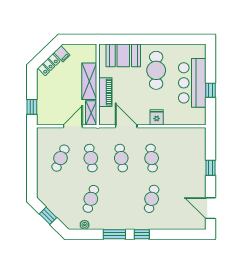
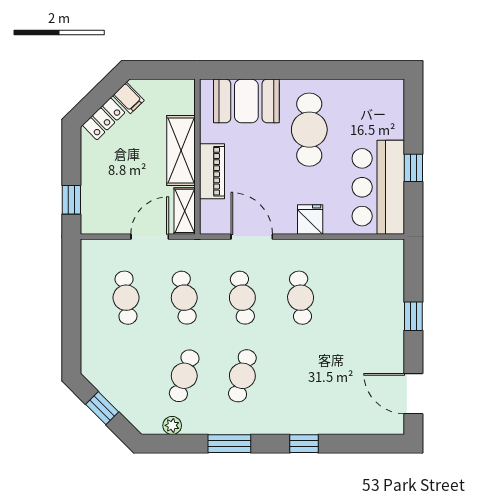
bar counter: (192, 83) -> (378, 187), moved
cafe table: (60, 158) -> (126, 298), turned -30
cafe table: (152, 199) -> (242, 376), moved
window: (142, 234) -> (304, 444), moved

